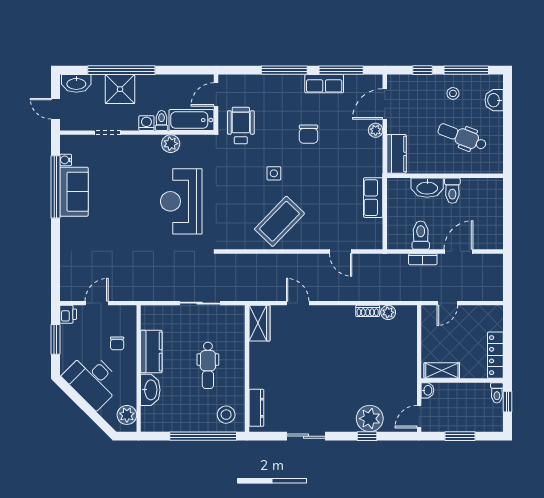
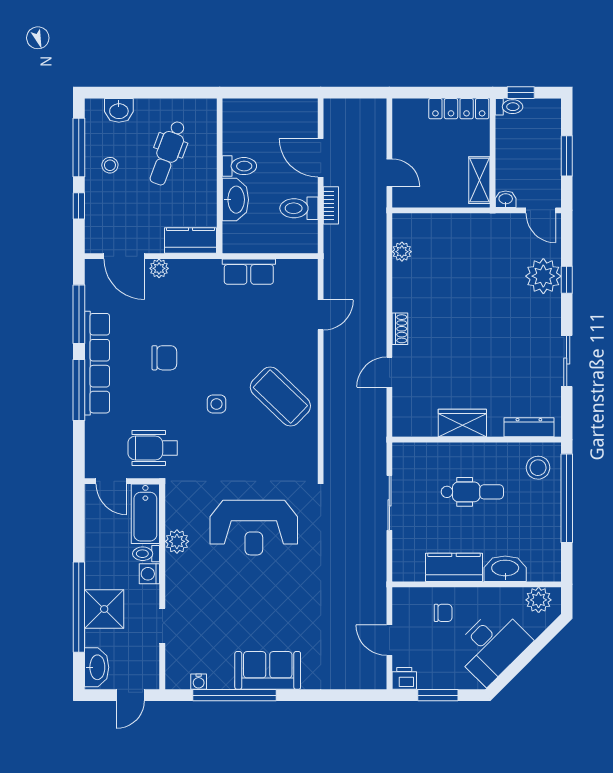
row of seats: (324, 84) -> (97, 363), width x2.02
sofa: (74, 192) -> (268, 670), moved
shoe rack: (368, 311) -> (400, 329), moved
wardrobe: (260, 323) -> (462, 423), moved

